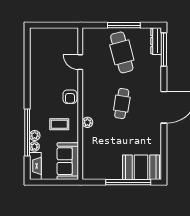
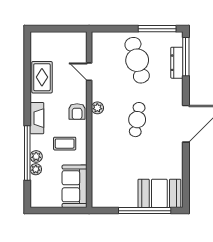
window: (124, 25) -> (157, 29), moved
dresser: (156, 41) -> (177, 63), moved
rug: (40, 67) -> (42, 77), added
plant: (87, 122) -> (97, 108), moved
fireplace: (35, 166) -> (37, 118), moved

